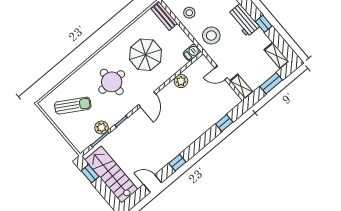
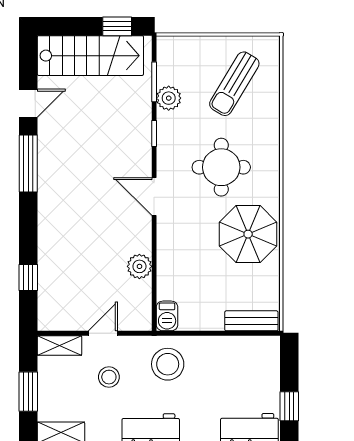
stool: (189, 13) -> (109, 377), moved
parasol: (145, 55) -> (248, 234), moved
window: (177, 163) -> (28, 164), width x2.17

